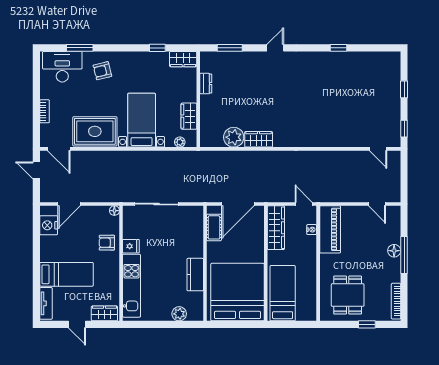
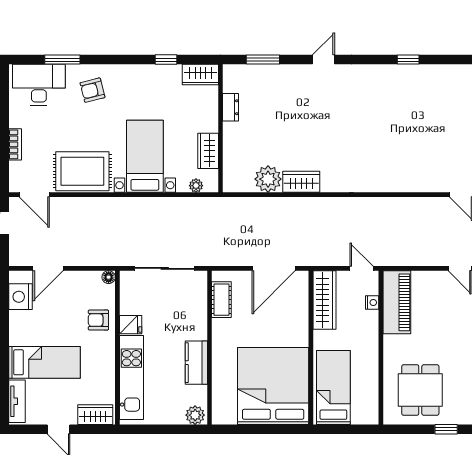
cot: (214, 227) -> (221, 300), moved
wall: (205, 263) -> (209, 348), moved
kitchen counter: (195, 275) -> (196, 363), moved

